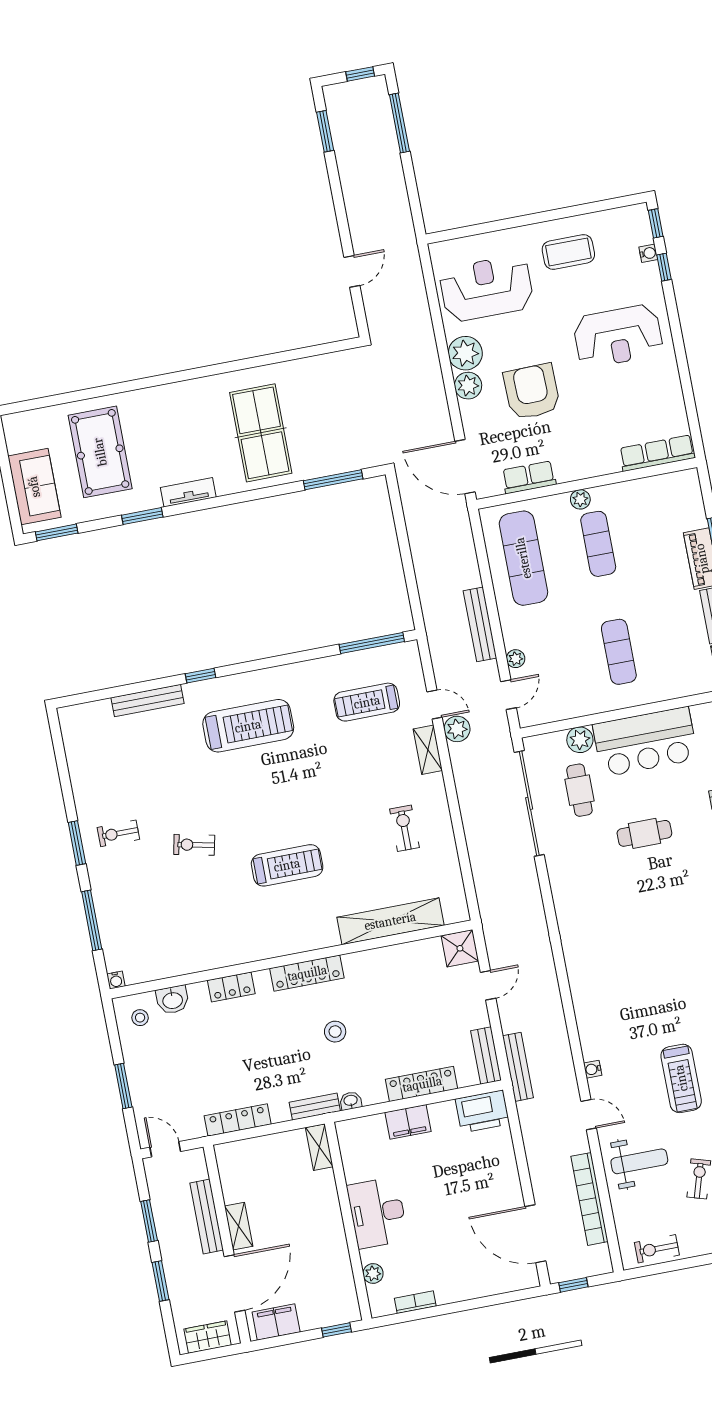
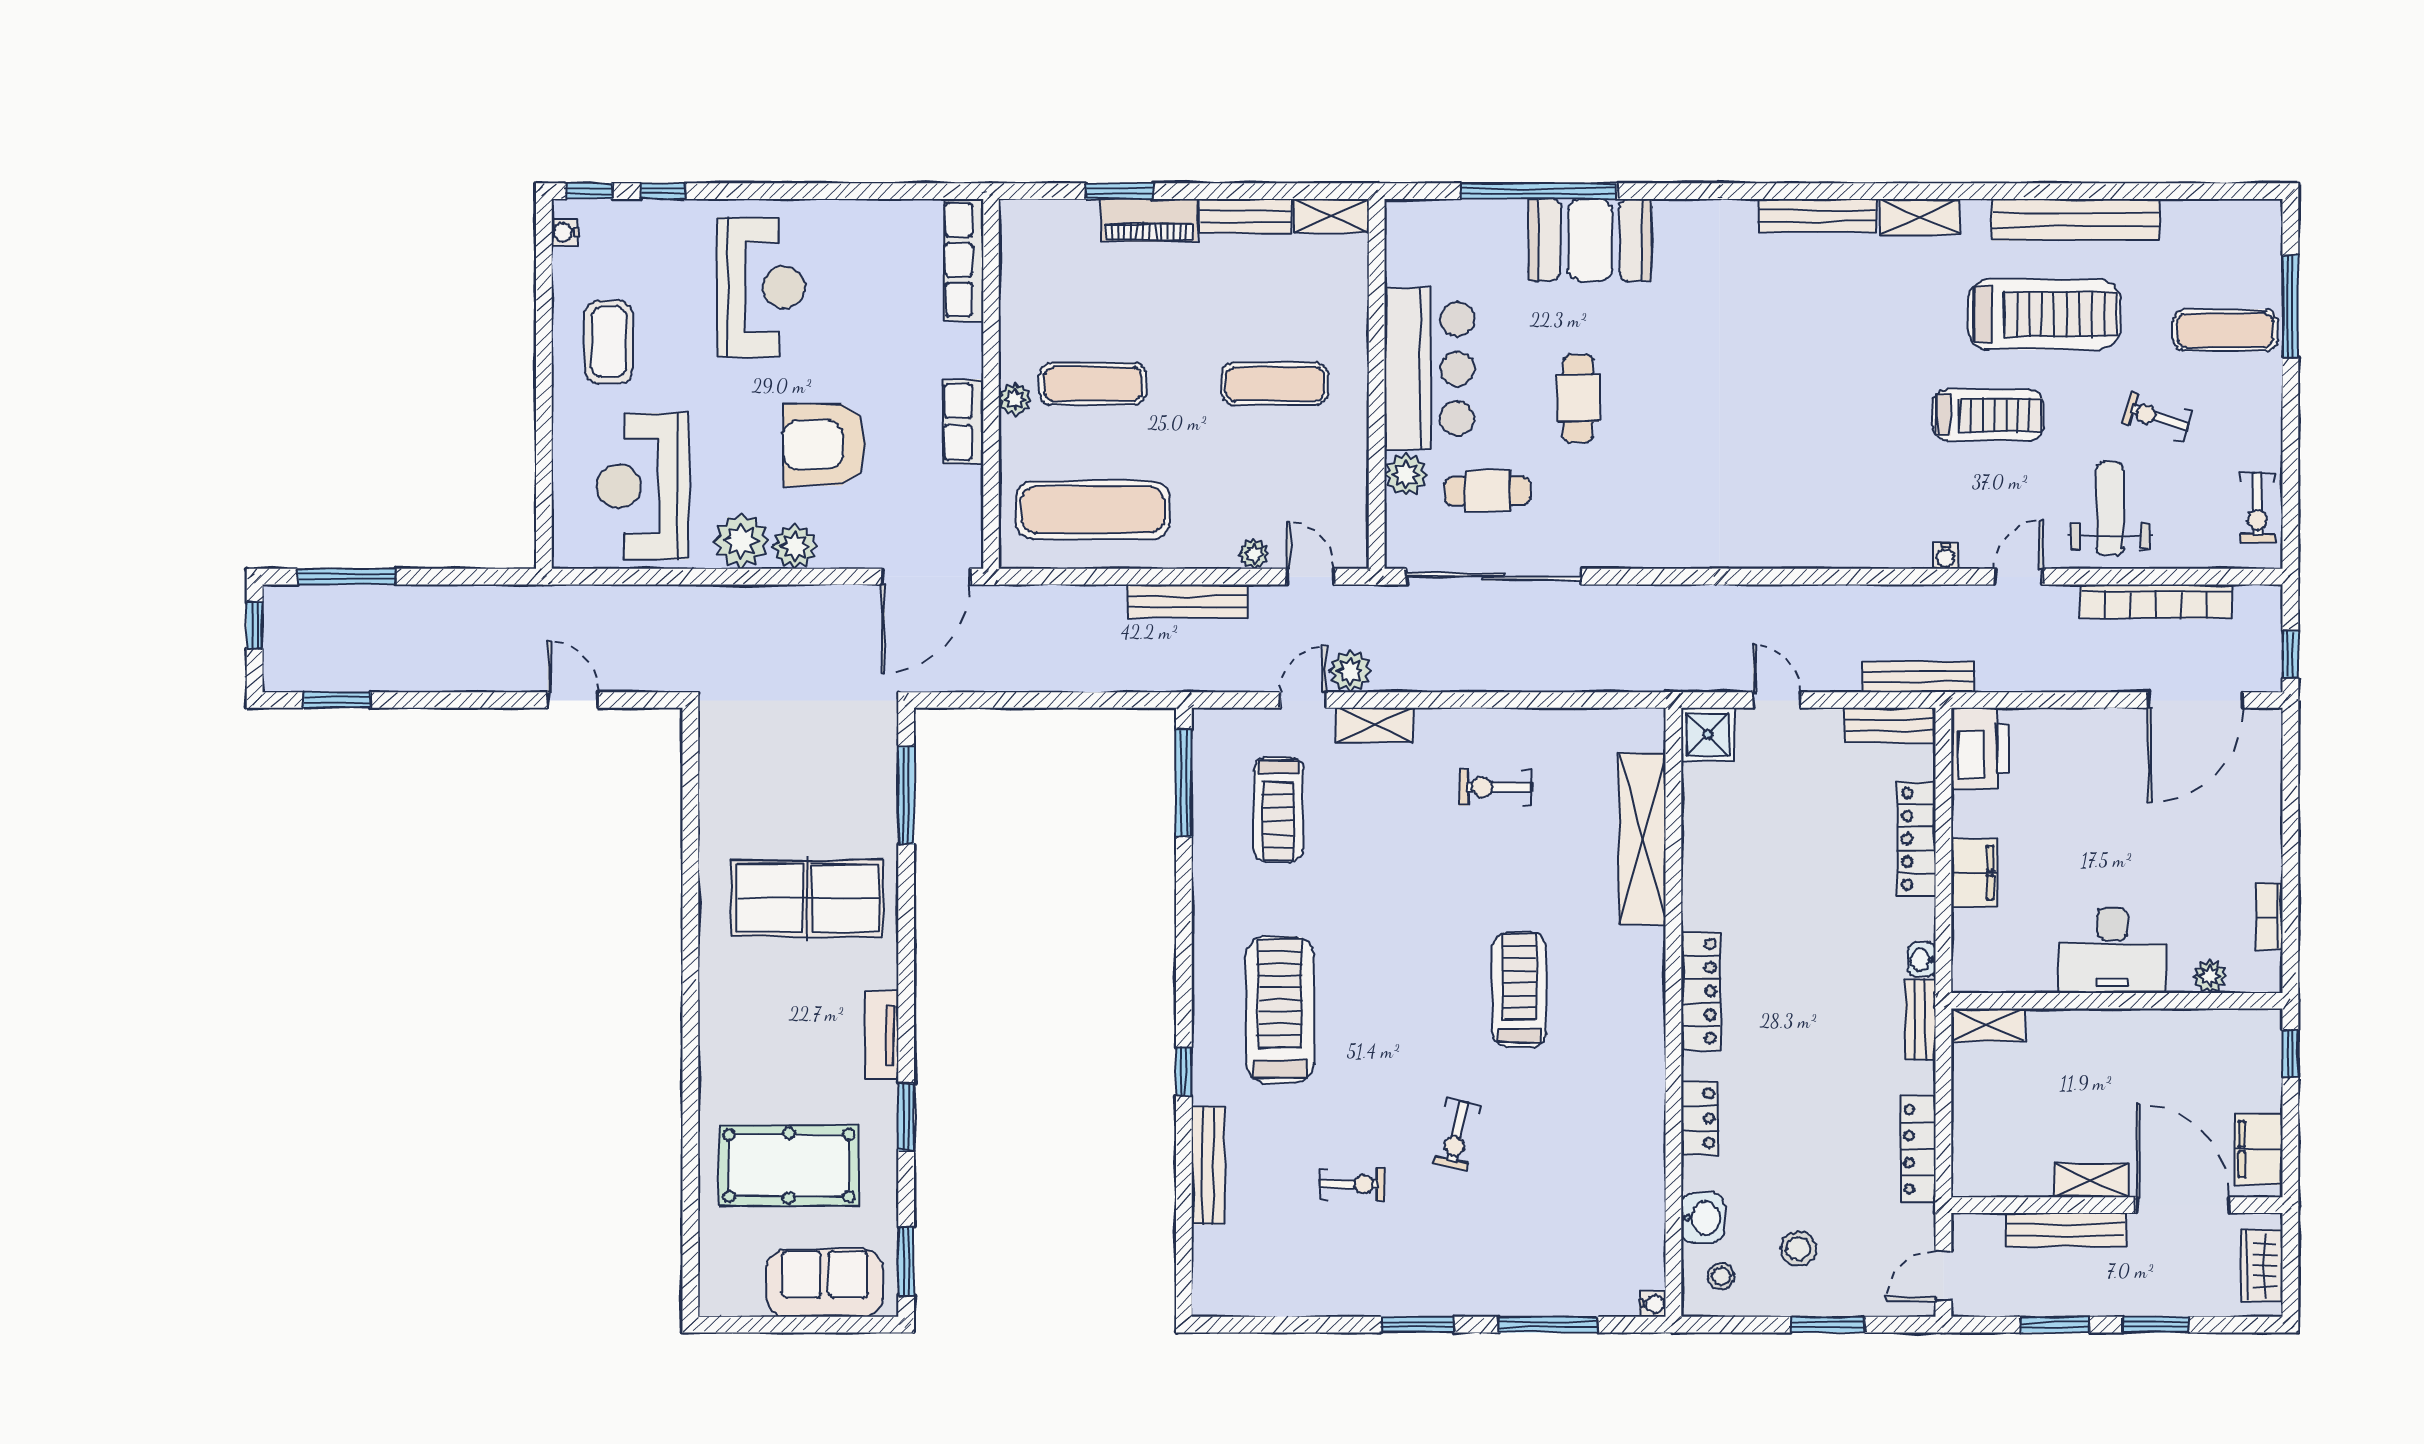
water cooler: (648, 253) -> (565, 232), moved, turned -90
row of seats: (529, 477) -> (963, 422), moved
exercise bike: (118, 833) -> (1352, 1184), moved, turned -90
stool: (335, 1032) -> (1798, 1249), moved

